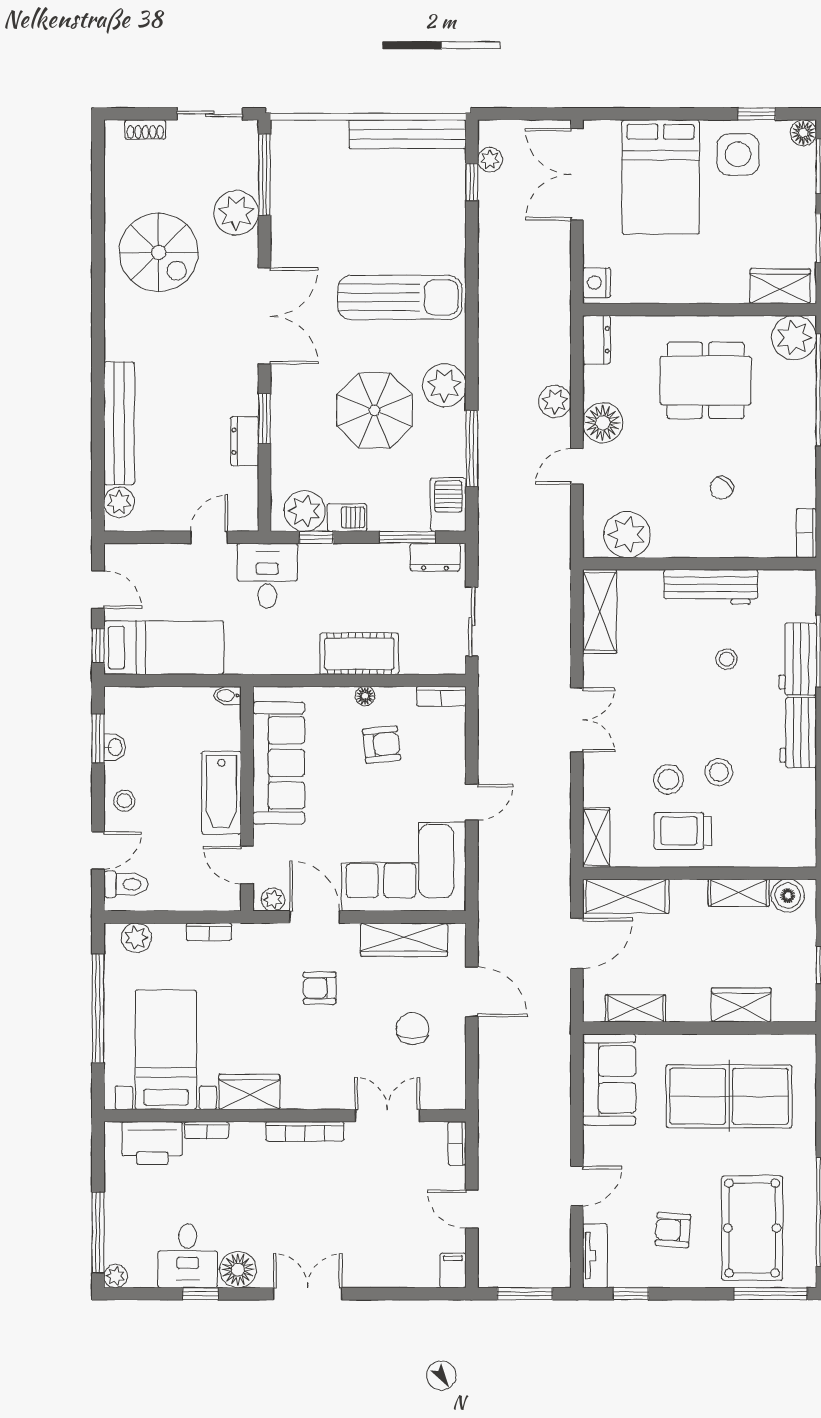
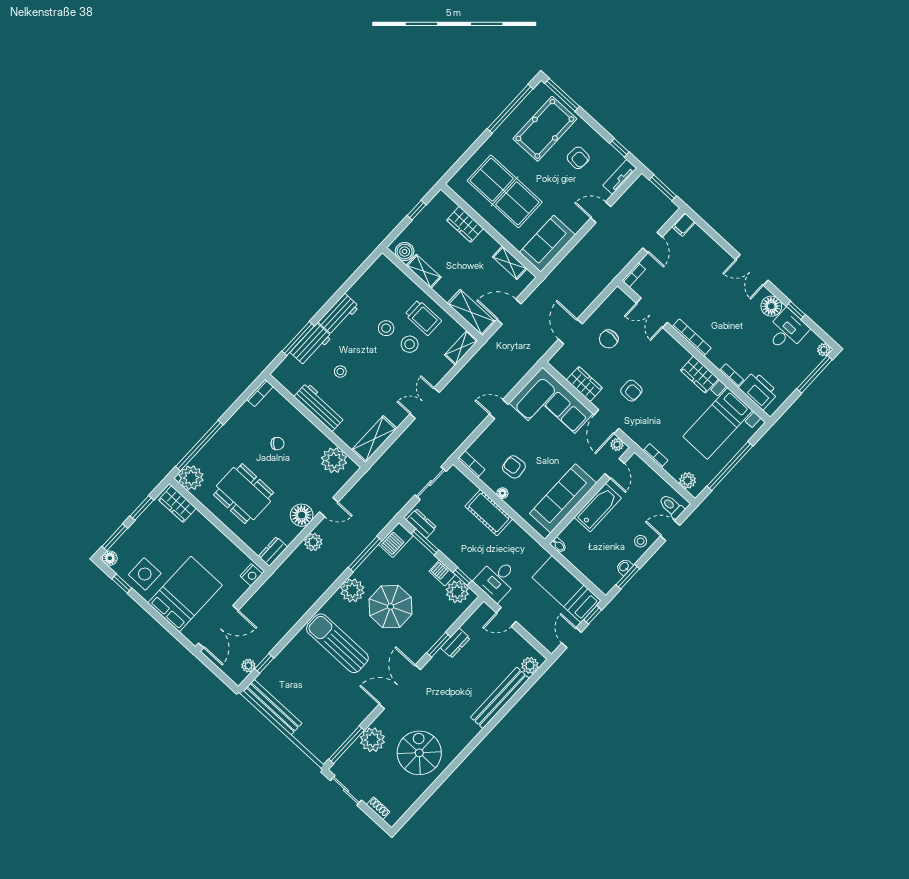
wardrobe: (404, 940) -> (584, 384), width x0.67

